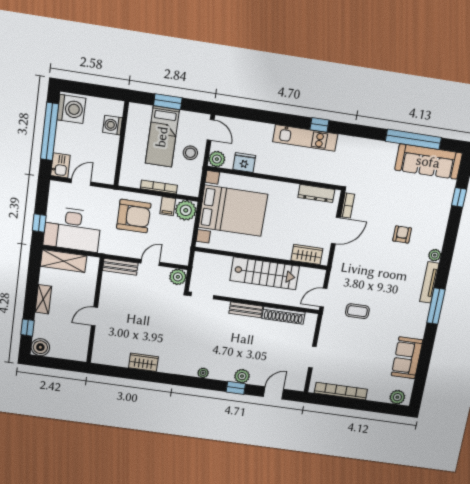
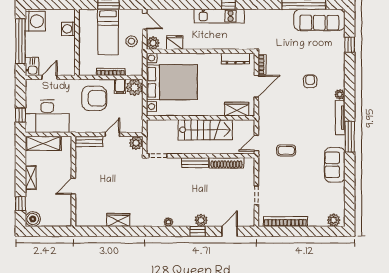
sofa: (407, 358) -> (335, 165), moved

